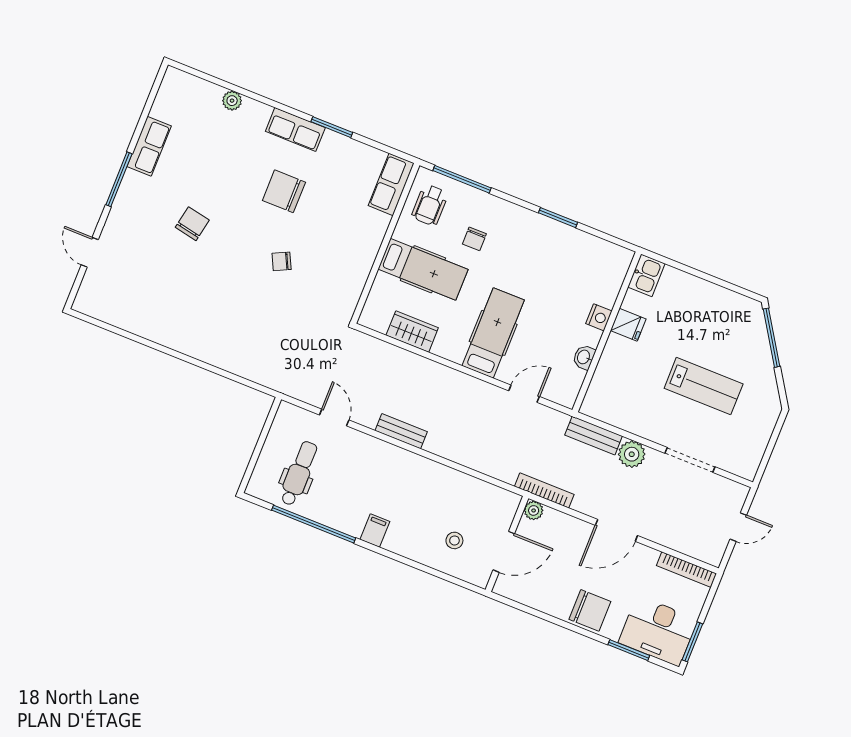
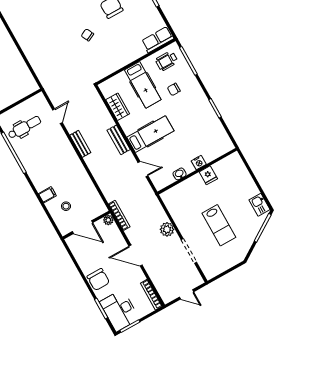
kitchen sink: (646, 275) -> (260, 205), moved, turned 90
bench: (594, 436) -> (119, 140), moved
filing cabinet: (375, 530) -> (47, 195), moved

